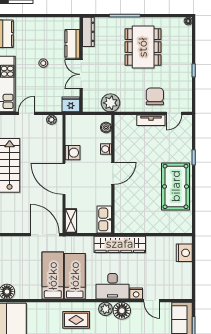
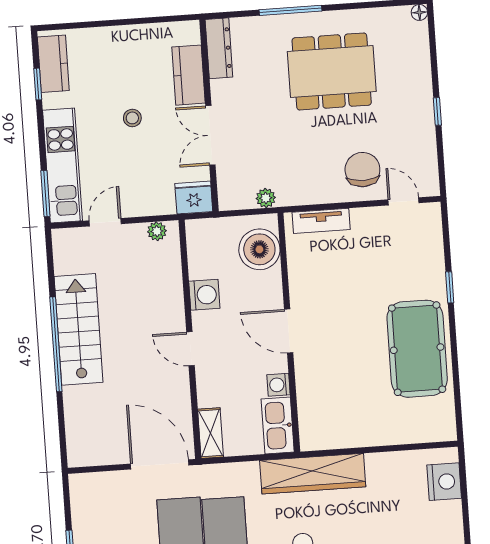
dining table: (143, 47) -> (332, 71), turned 90
plant: (110, 103) -> (266, 198), width x0.53, depth x0.53
door: (174, 113) -> (404, 201), swing flipped
tv unit: (151, 120) -> (321, 221), moved
boiler: (106, 127) -> (259, 249), width x1.86, depth x1.86
washing machine: (106, 149) -> (279, 385), moved
door: (113, 173) -> (289, 331), swing flipped
door: (64, 179) -> (190, 349), width x0.53

